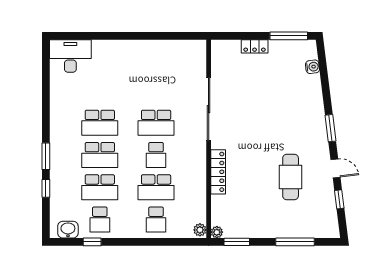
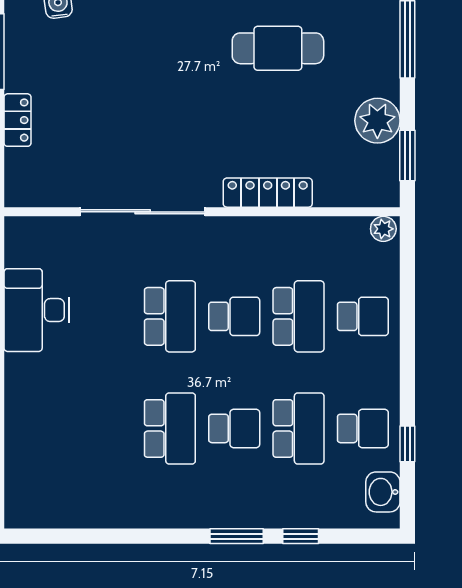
desk: (70, 56) -> (37, 310), moved
school desk: (100, 155) -> (234, 428), width x0.54
plant: (217, 232) -> (377, 121), moved, width x1.87, depth x1.87

